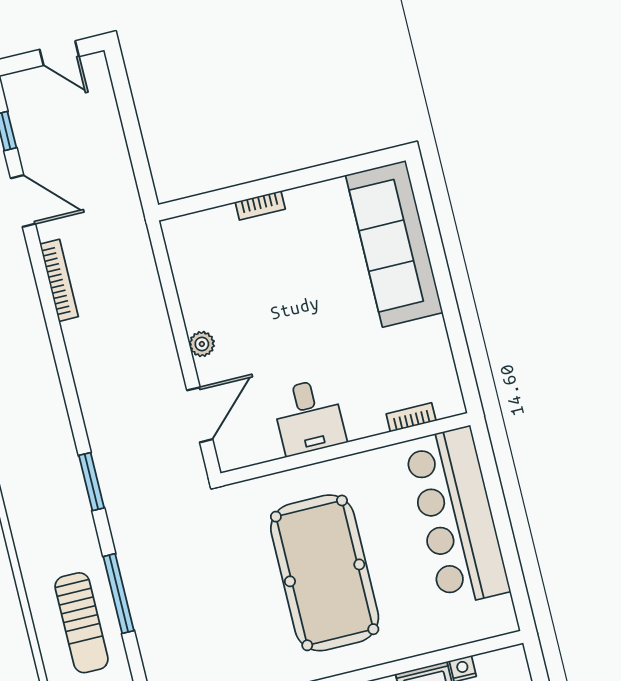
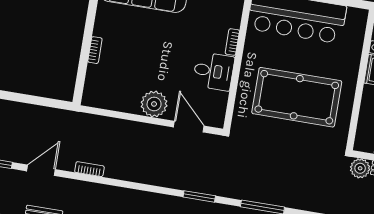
bookcase: (59, 280) -> (89, 169), width x0.64
plant: (202, 344) -> (154, 104), width x1.88, depth x1.88
bookcase: (411, 417) -> (232, 42), moved

